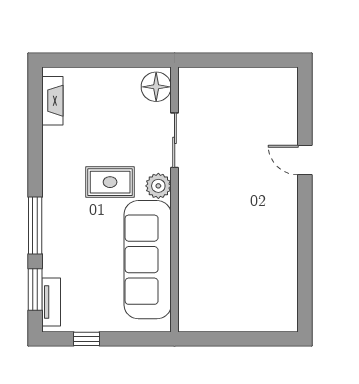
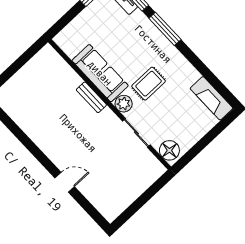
fireplace: (52, 101) -> (211, 98), width x1.37, depth x1.32
bench: (187, 226) -> (91, 97), added
sofa: (148, 260) -> (100, 73), width x0.74, depth x0.79

